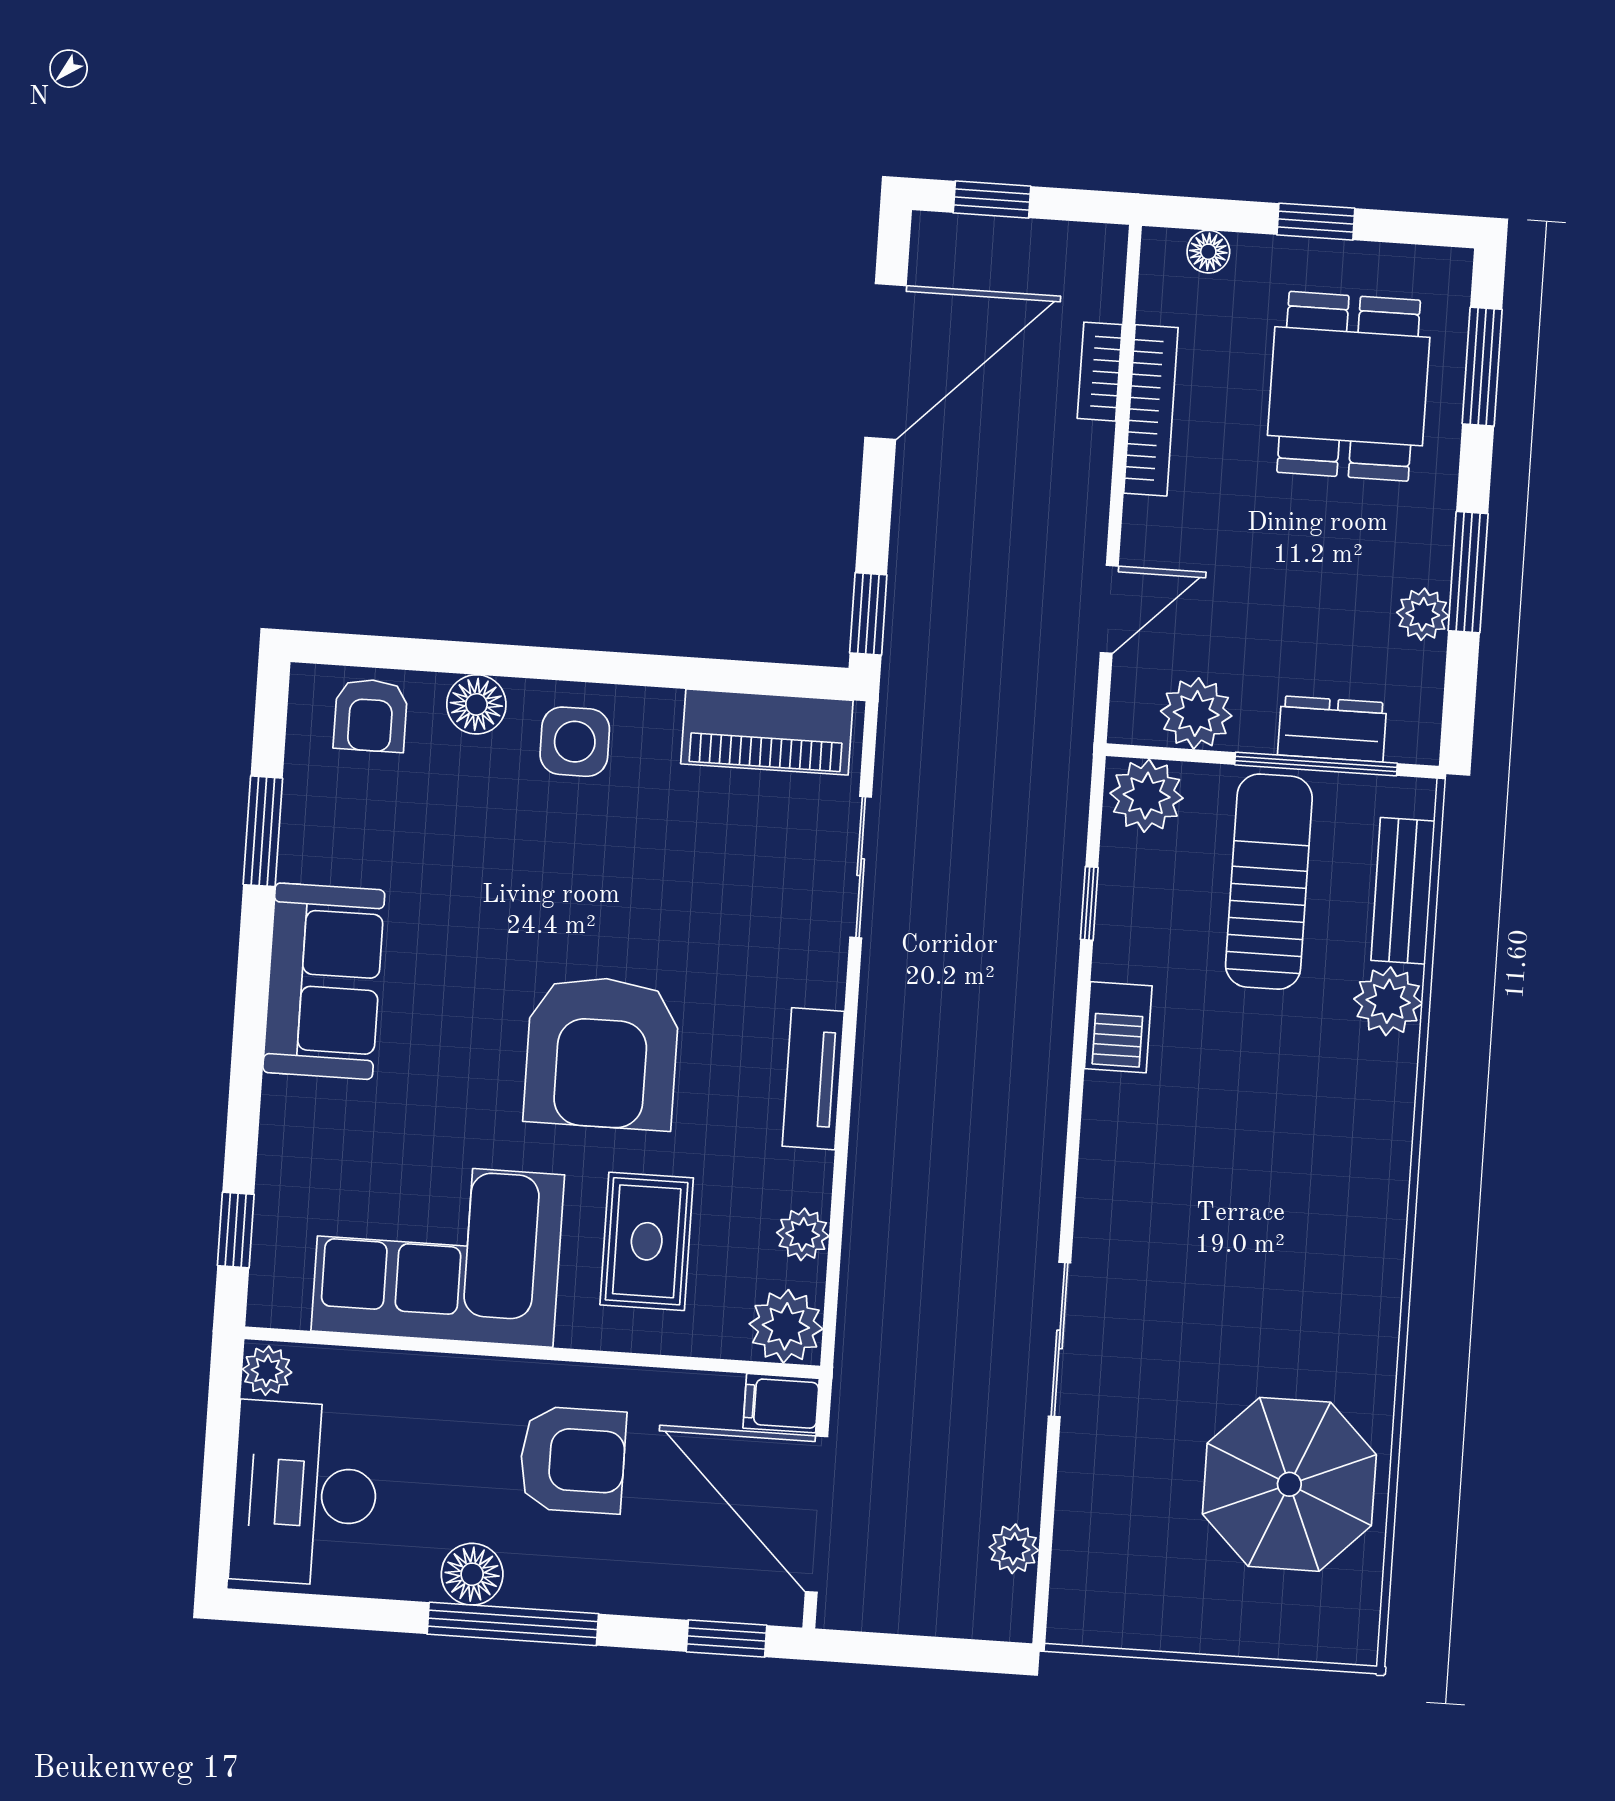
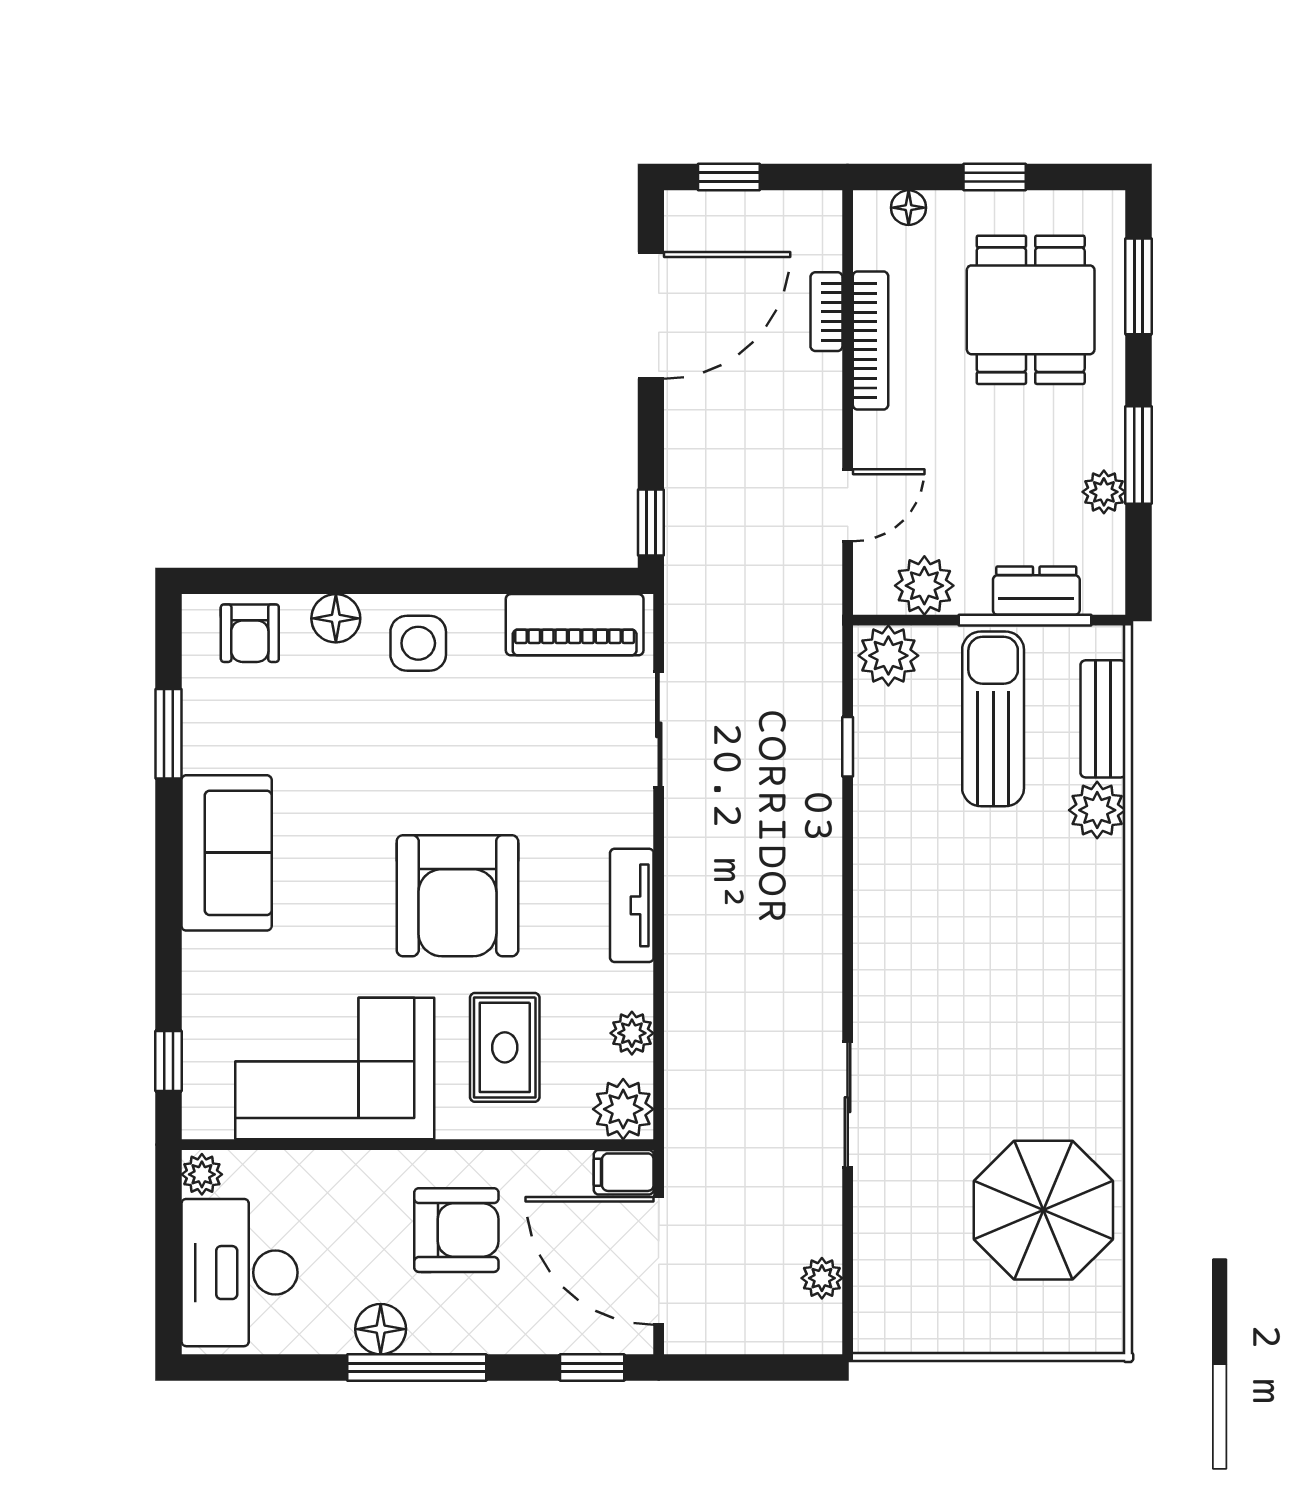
barbecue: (1118, 1027) -> (878, 846), removed

